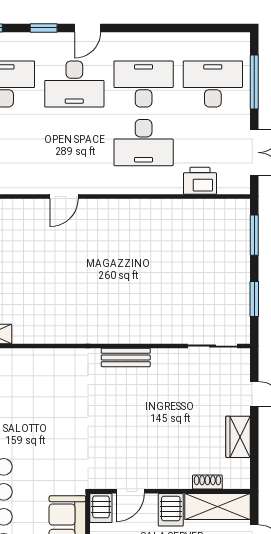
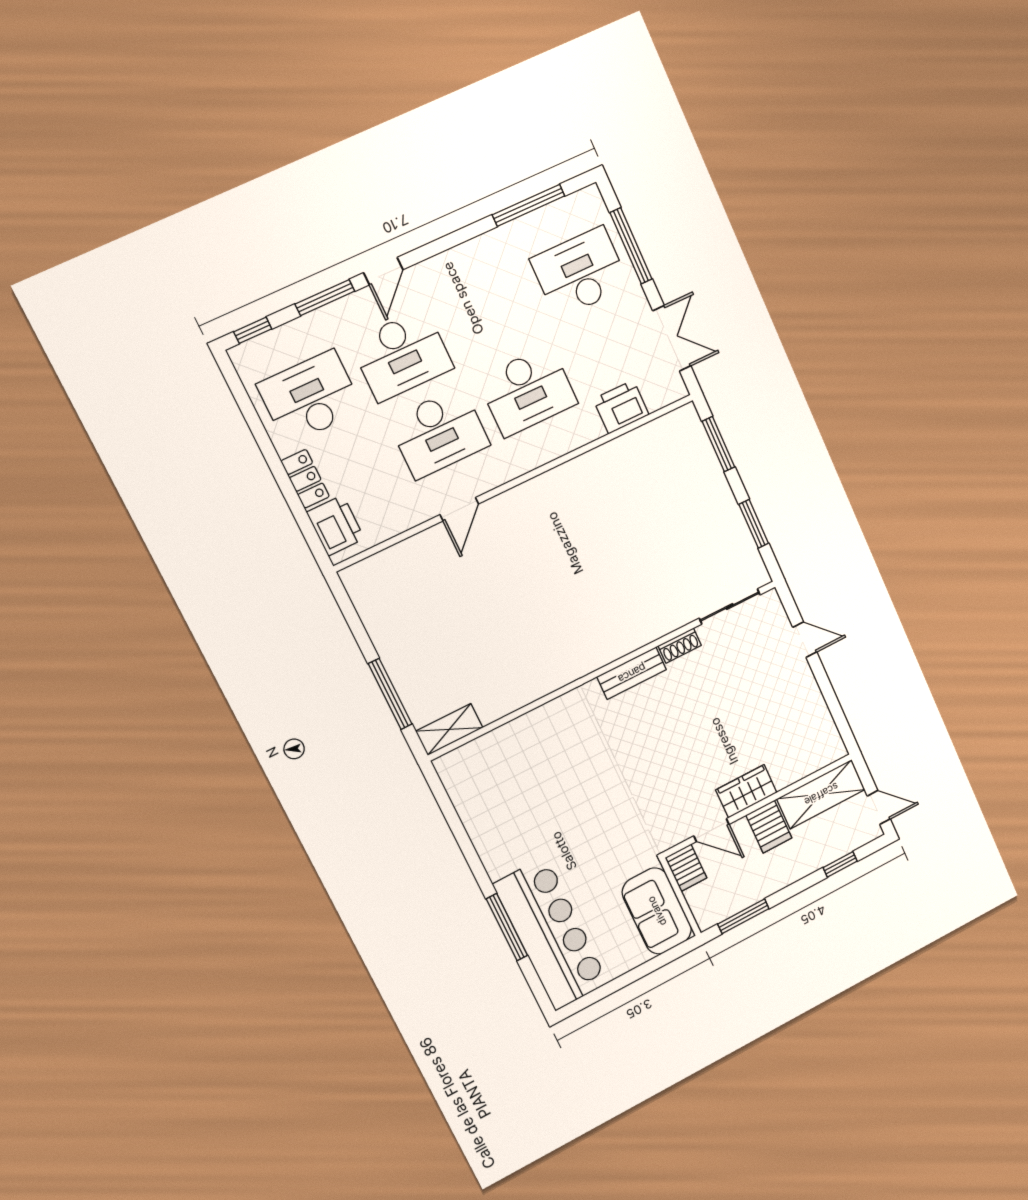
window: (44, 28) -> (325, 298), width x1.50
window: (199, 28) -> (529, 205), added
desk: (144, 84) -> (439, 433), moved, turned 180
wardrobe: (238, 437) -> (746, 791), moved, turned 90
shoe rack: (207, 482) -> (680, 646), moved, turned 180
door: (130, 491) -> (711, 830), hinge flipped

